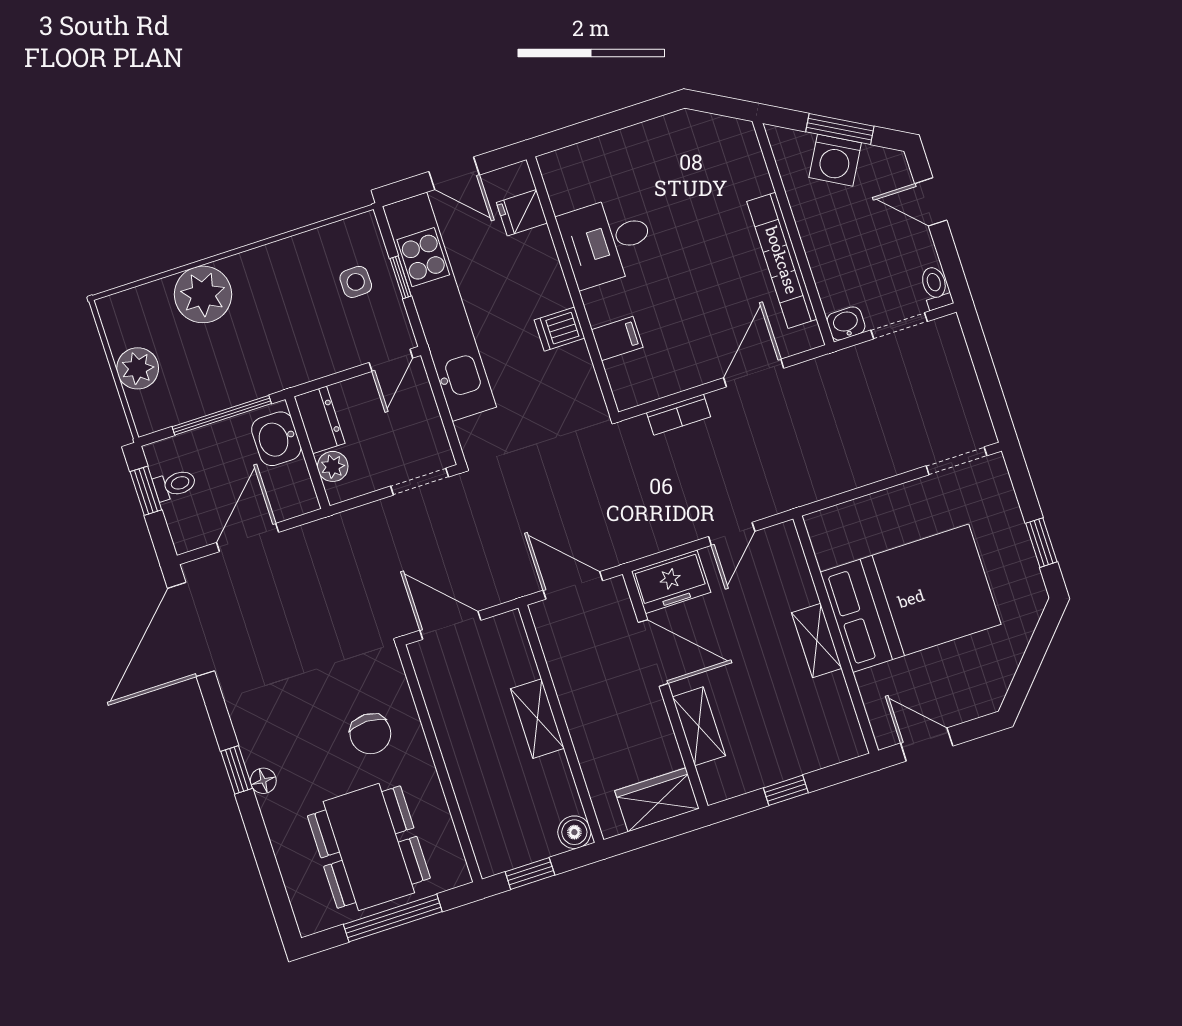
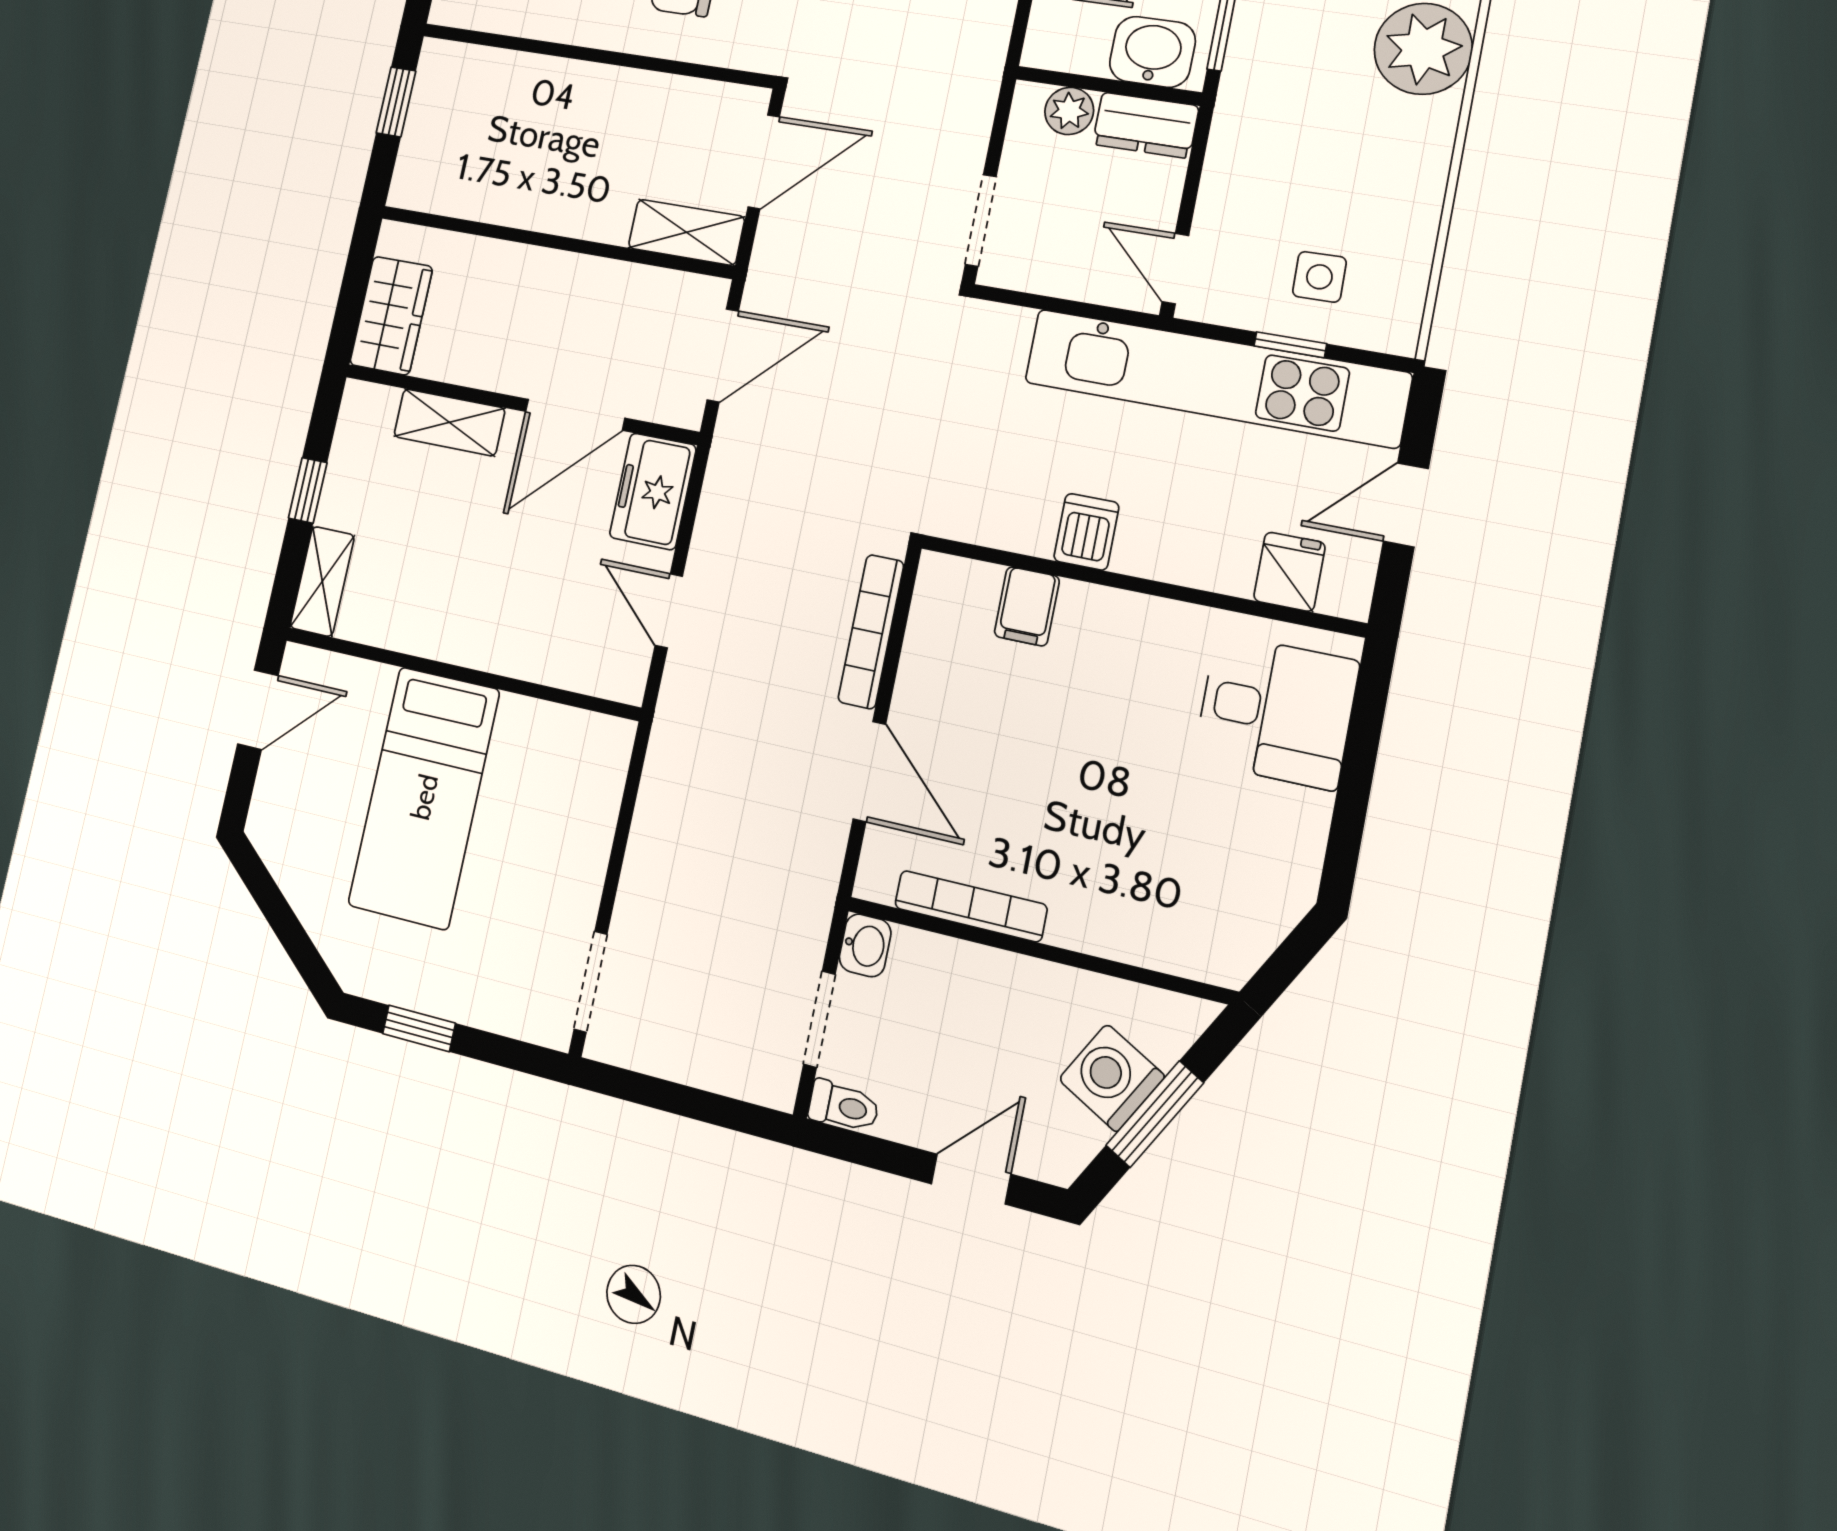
desk: (607, 241) -> (1276, 711), moved, turned 90
bookcase: (782, 260) -> (971, 906), width x0.68, depth x0.76
bookcase: (679, 415) -> (871, 632), width x1.56
bed: (911, 598) -> (424, 797), width x0.67
shelving: (817, 641) -> (322, 581), moved, turned 90
shelving: (537, 719) -> (686, 232), moved
boiler: (574, 832) -> (413, 186), removed

